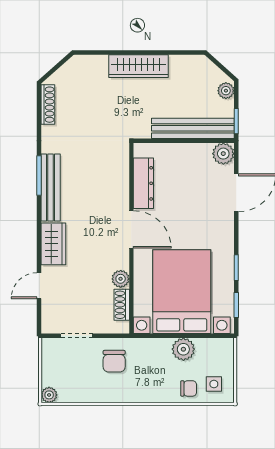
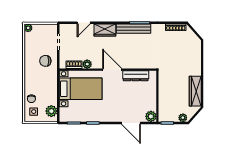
wardrobe: (139, 66) -> (195, 91), moved
bench: (193, 128) -> (164, 101), removed
door: (131, 229) -> (112, 70), swing flipped
door: (39, 286) -> (84, 23), swing flipped
bed with nightstands: (182, 292) -> (81, 89), width x0.73
plant: (183, 349) -> (51, 111), moved

